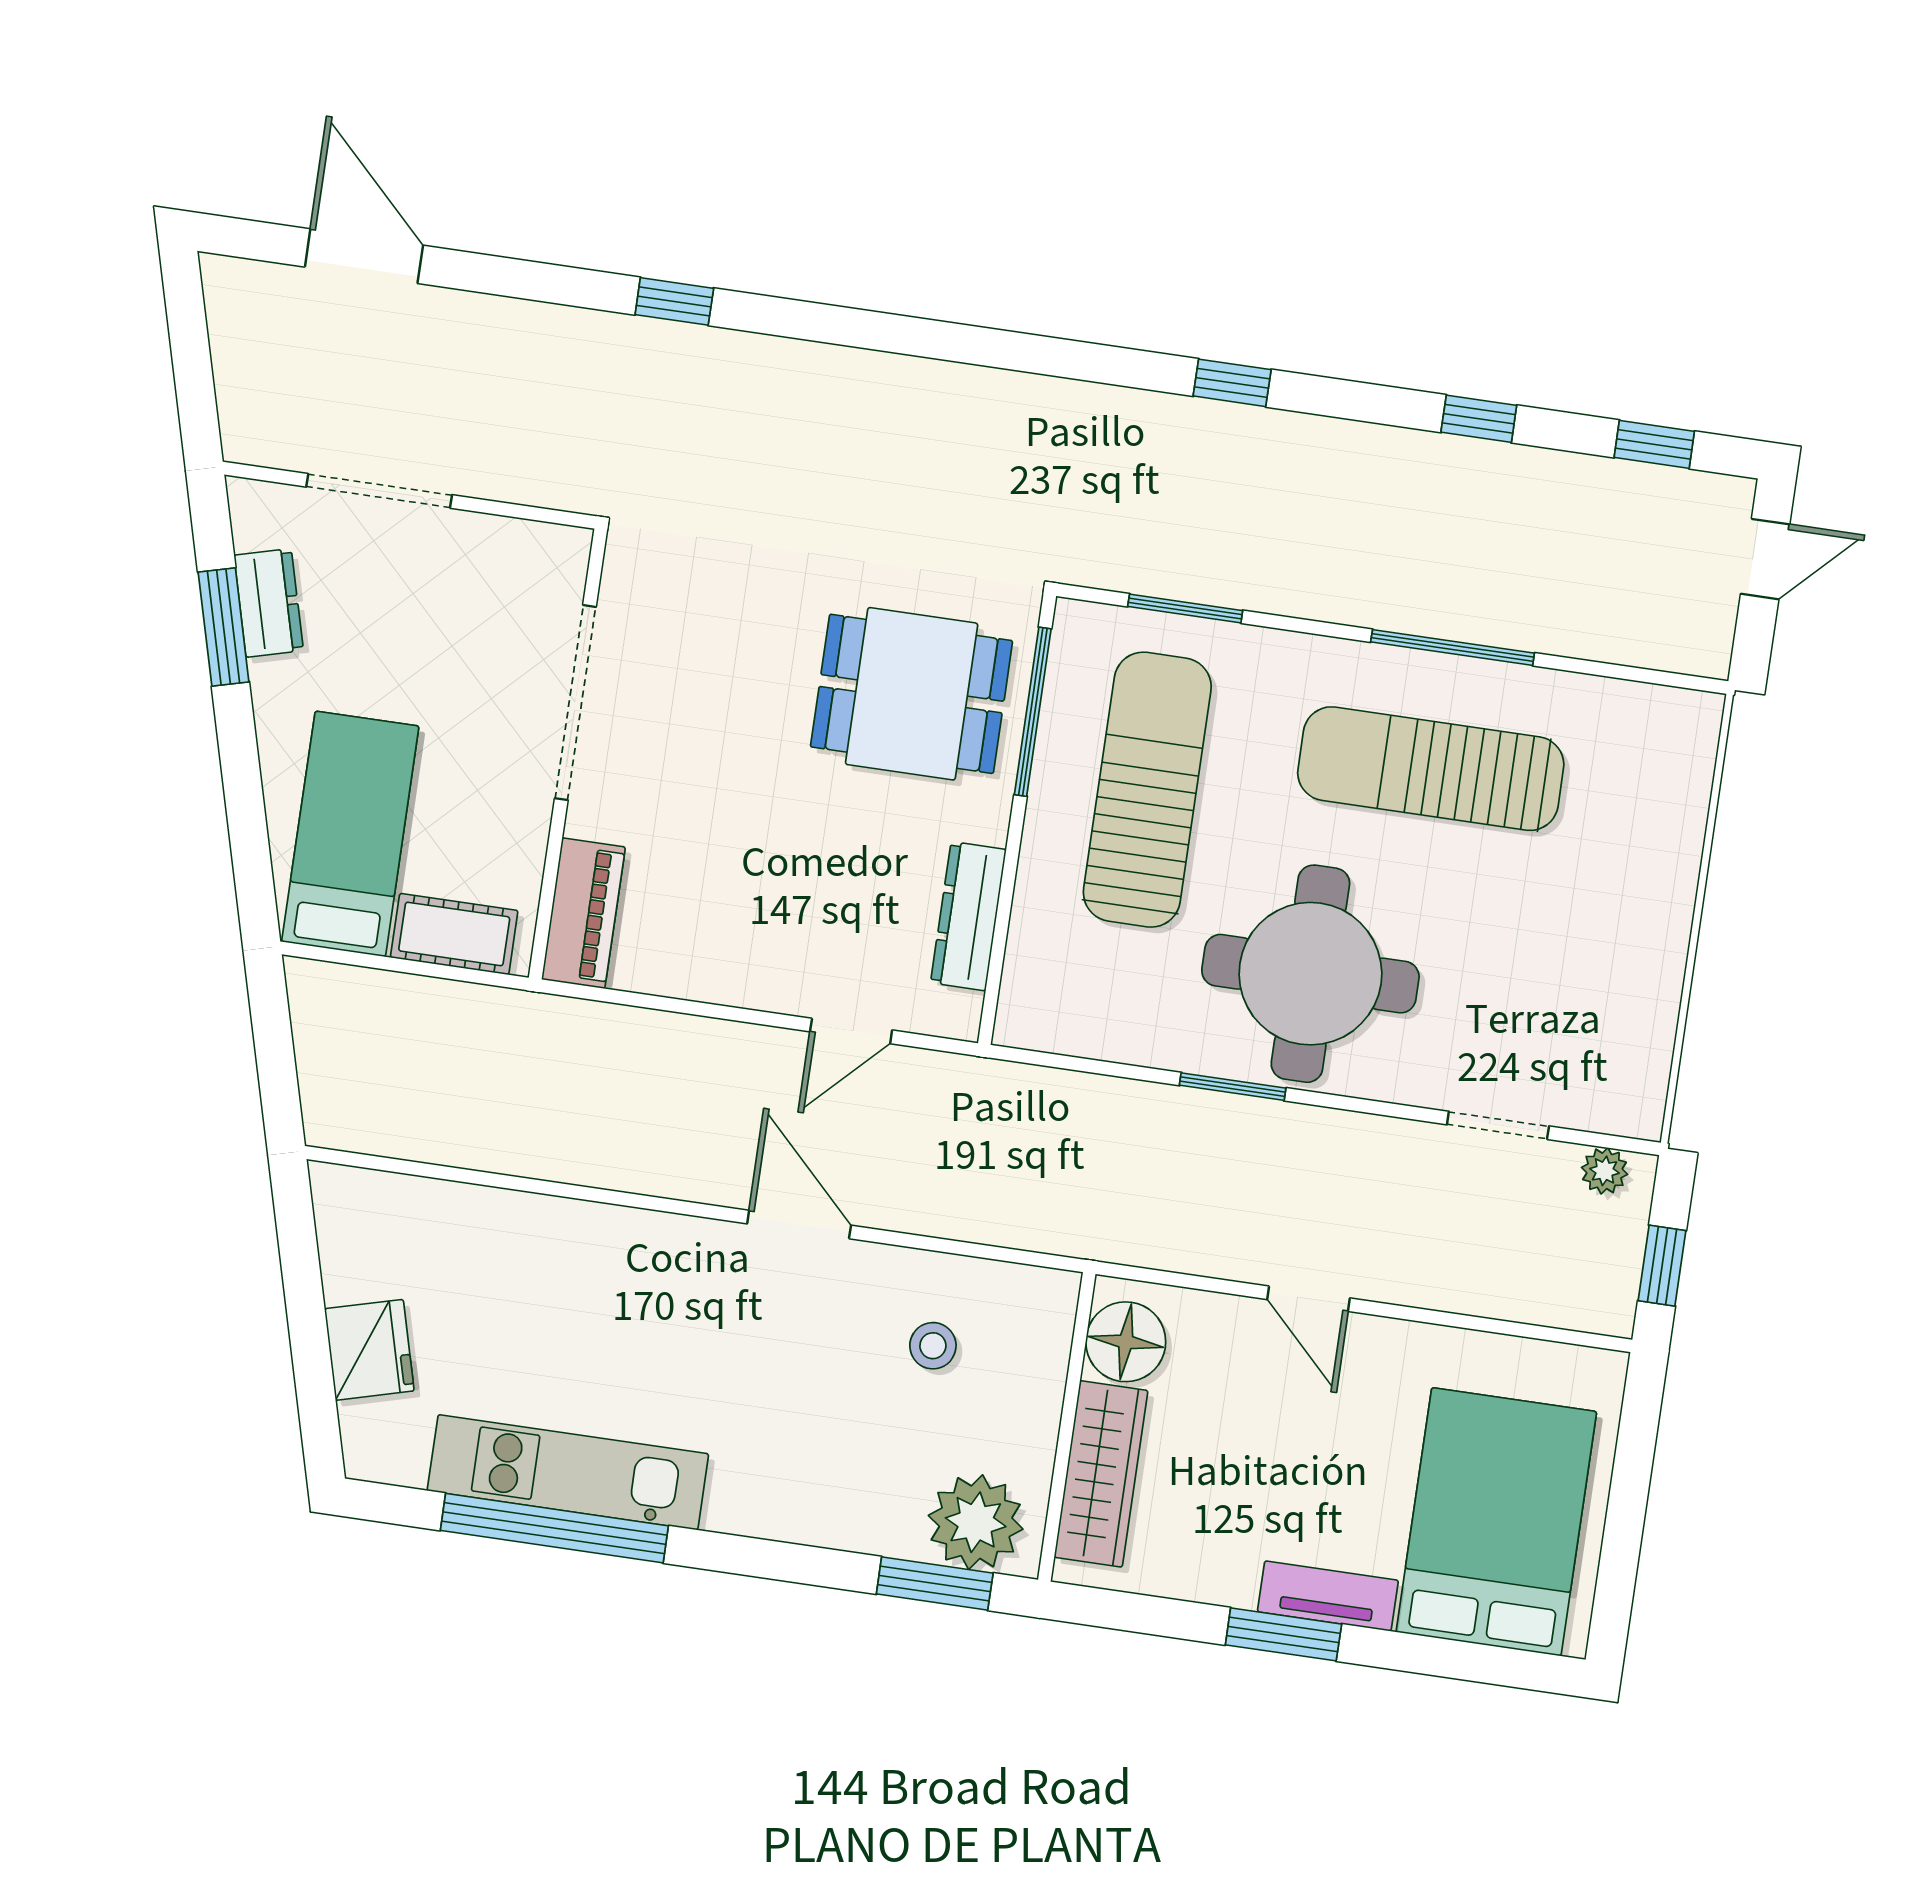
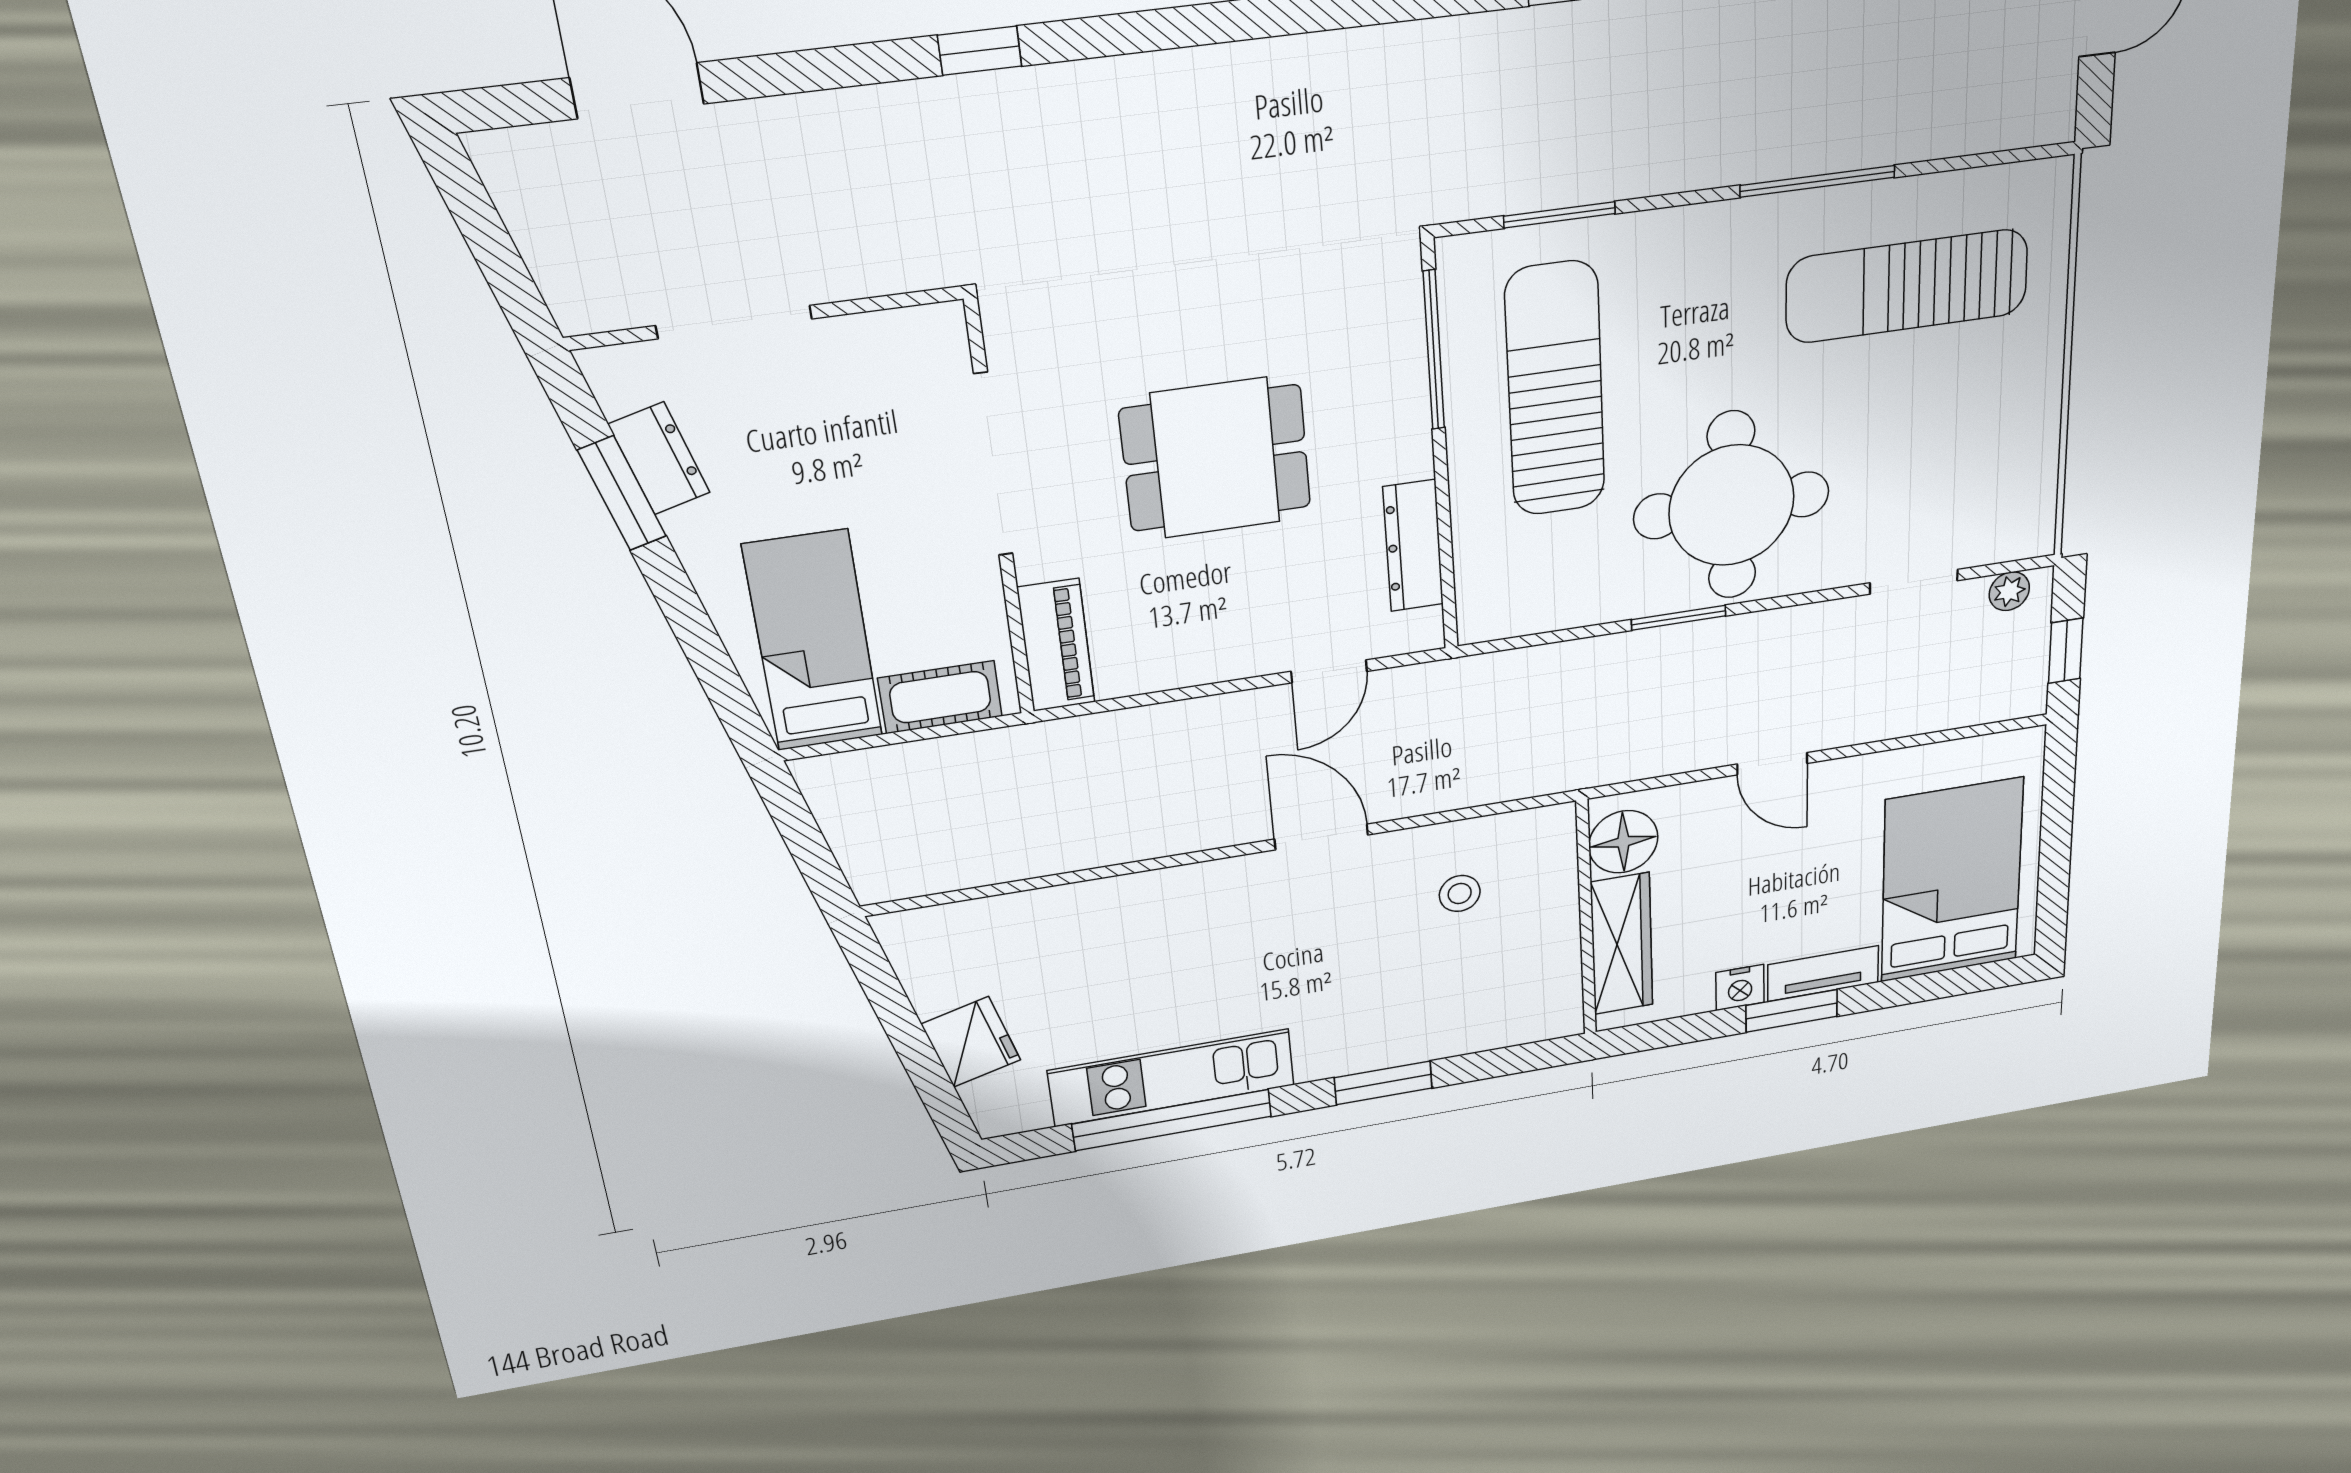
dining table: (912, 694) -> (1216, 458), moved
sun lounger: (1431, 769) -> (1907, 286), moved
plant: (976, 1522) -> (1525, 1009), removed
nightstand: (1228, 1581) -> (1740, 987), added
window: (935, 1584) -> (1383, 1083), moved

